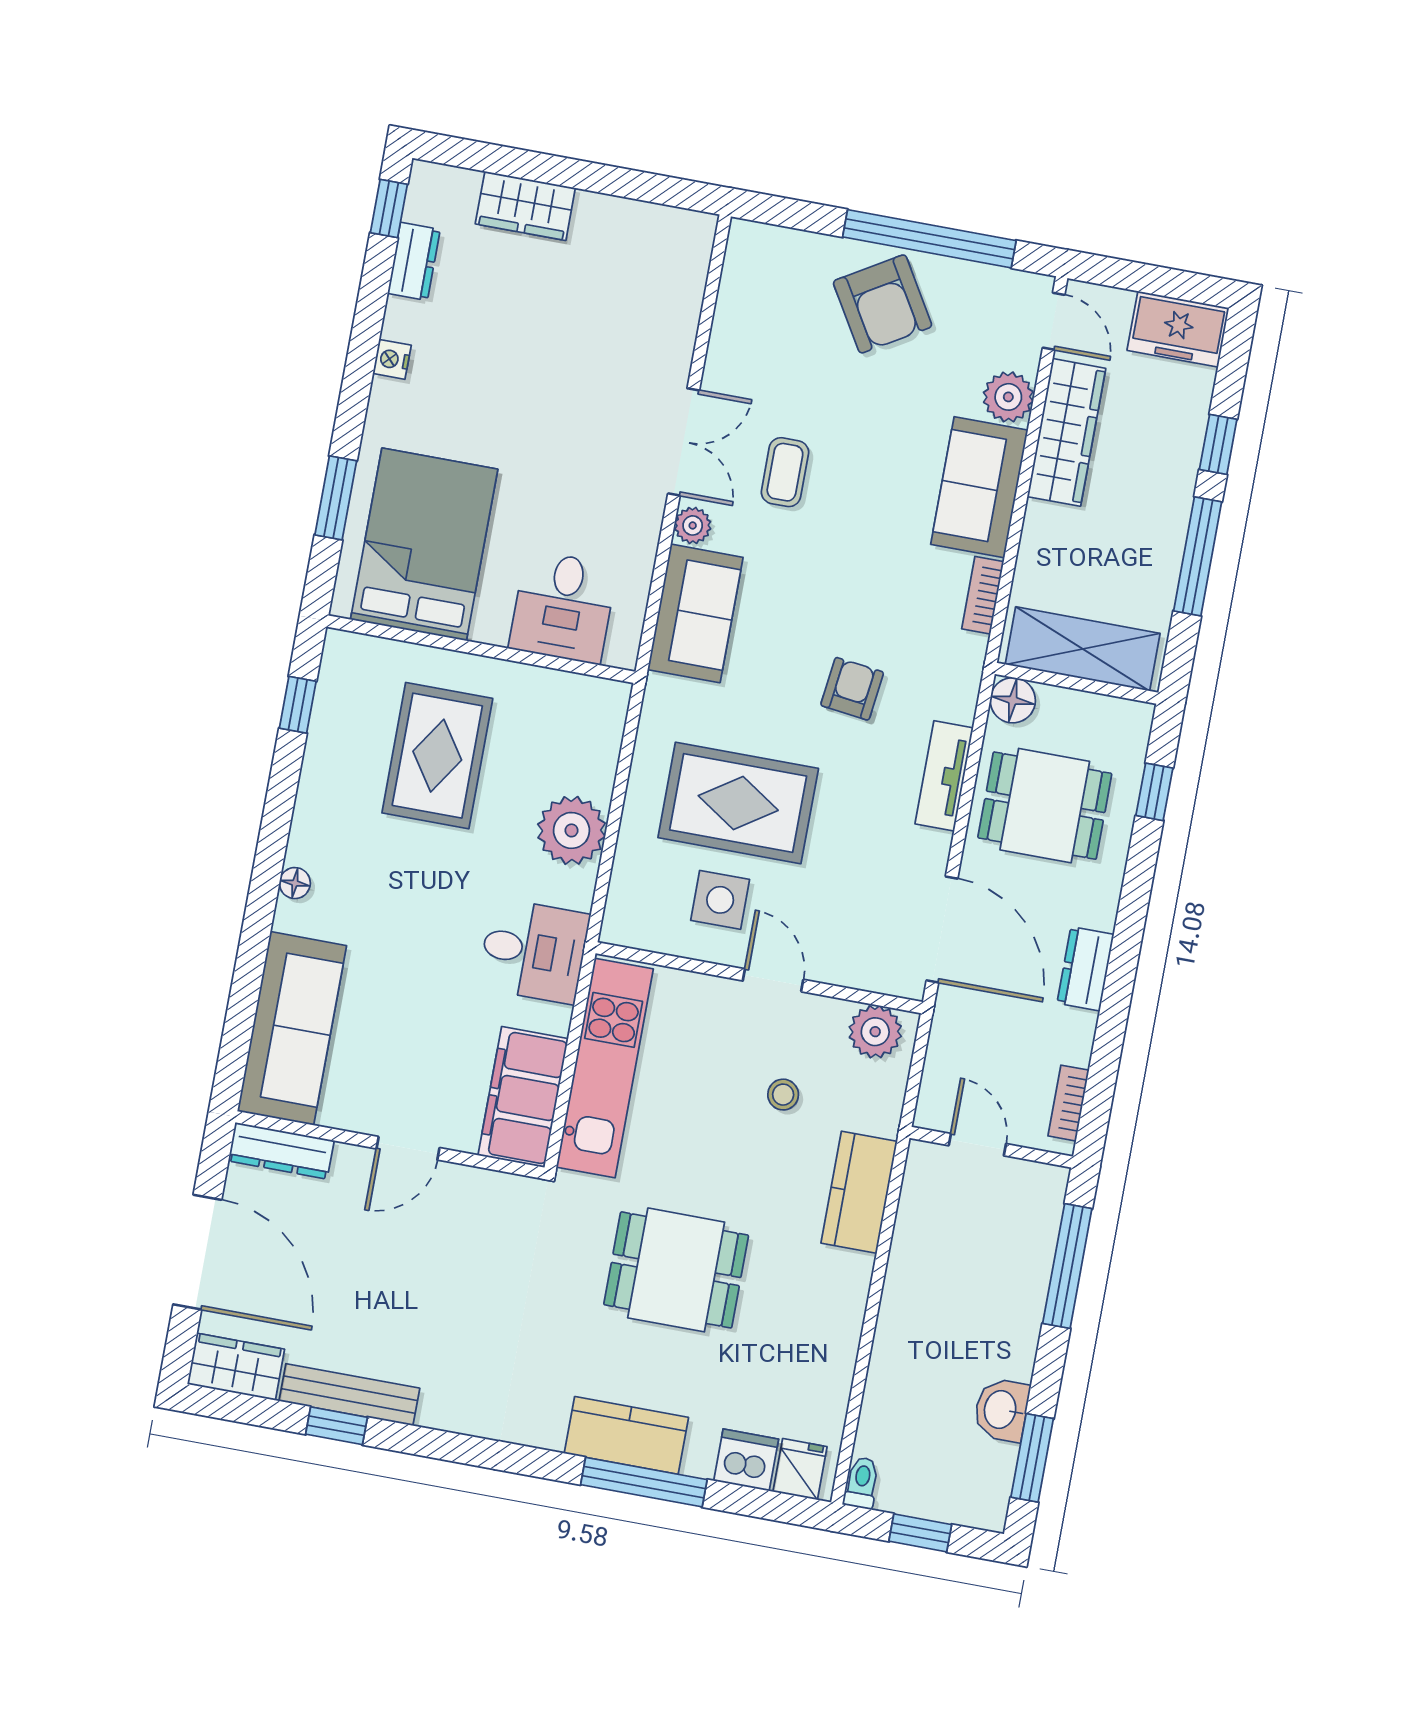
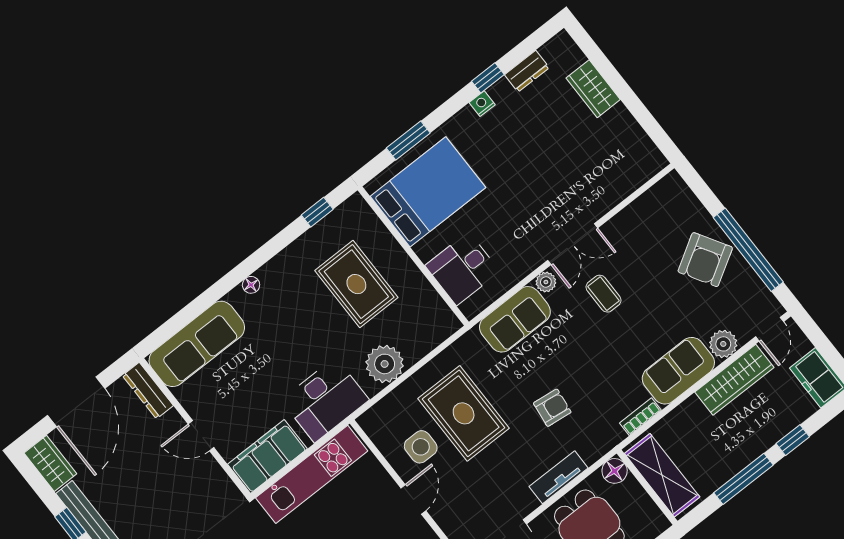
window: (389, 209) -> (488, 78), moved
coffee table: (785, 472) -> (603, 294), turned 90
rug: (437, 756) -> (356, 284), turned 90
desk: (534, 951) -> (325, 400), width x1.37

